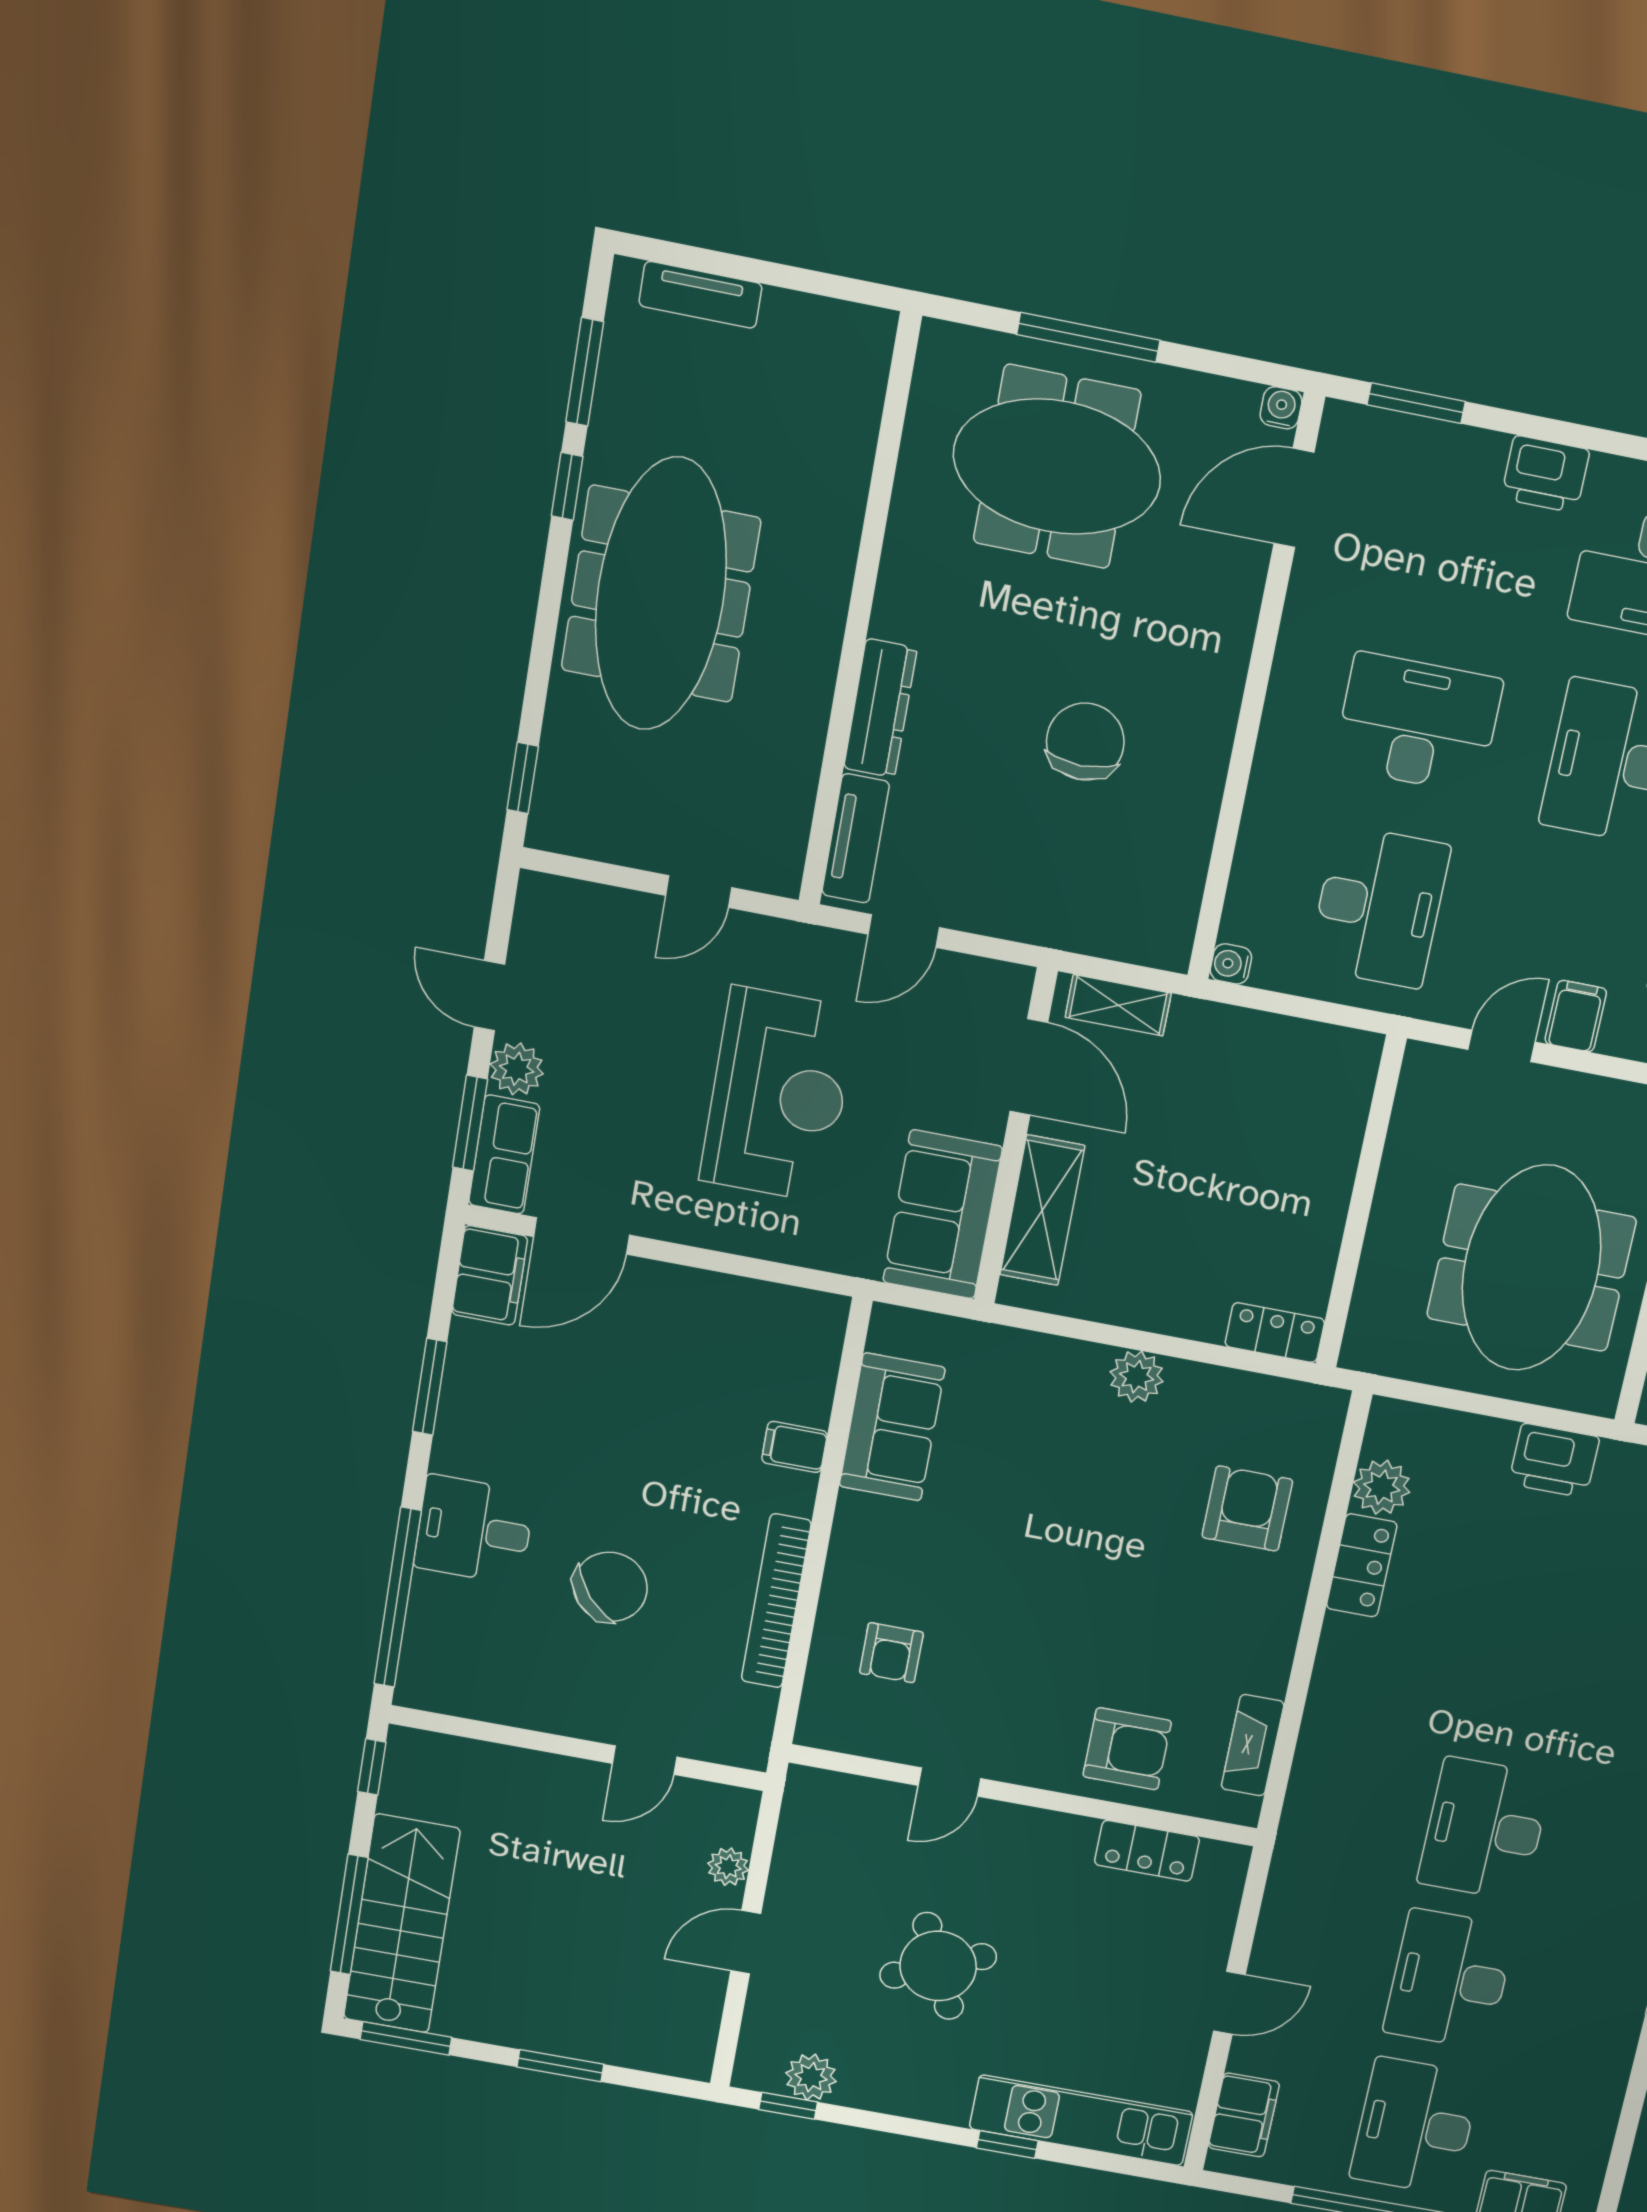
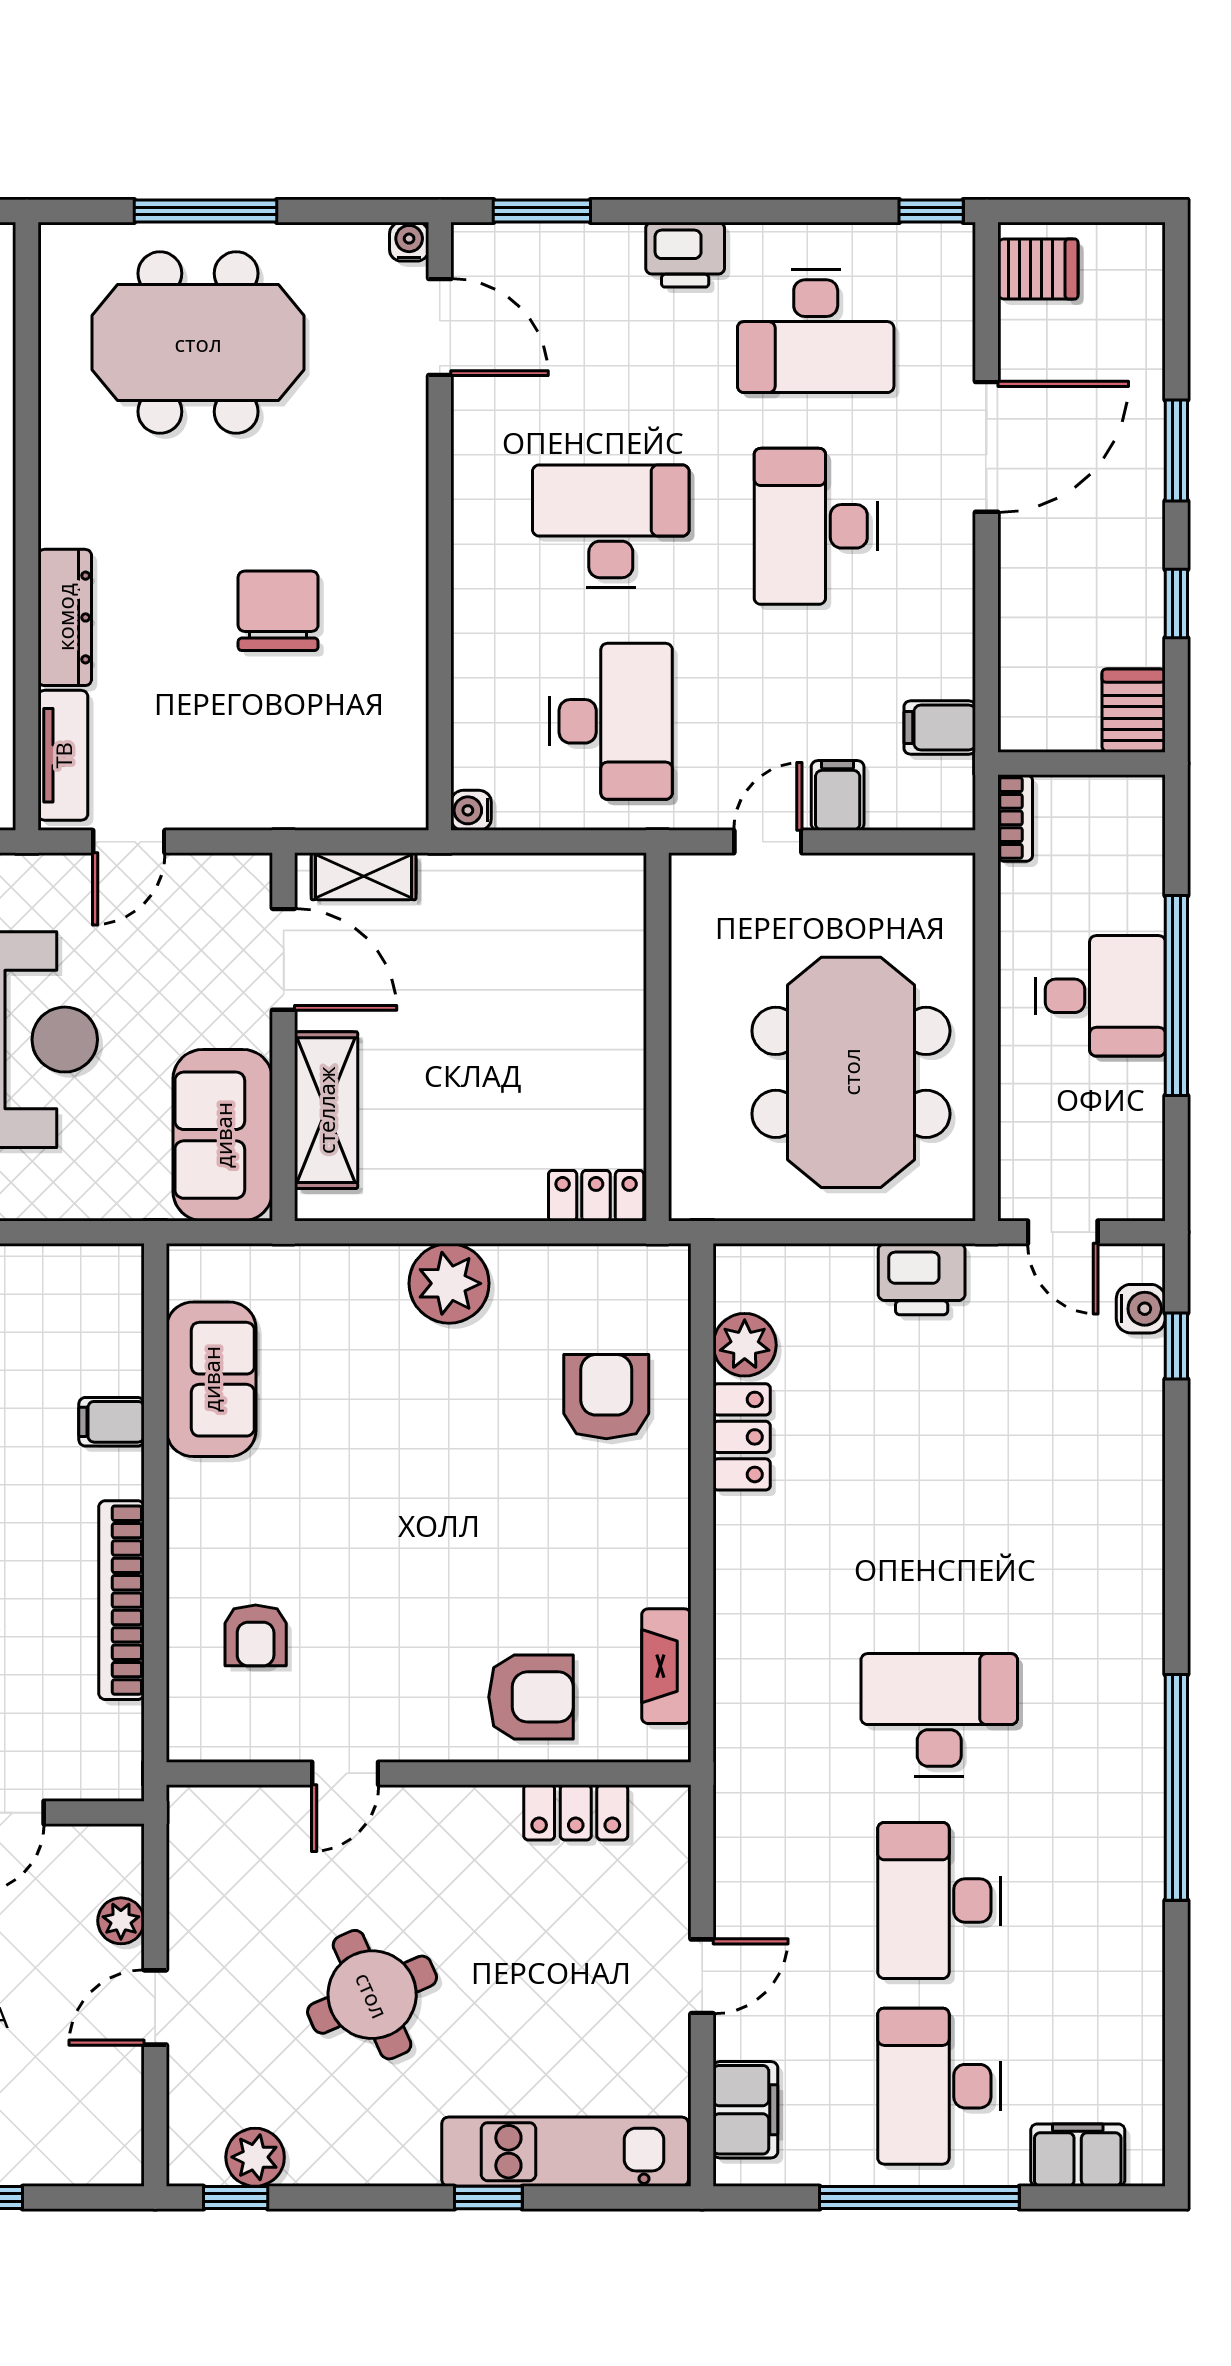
door: (1294, 498) -> (440, 327), swing flipped
plant: (1137, 1377) -> (449, 1283), width x1.36, depth x1.36
desk: (1484, 1829) -> (939, 1715), turned 90

